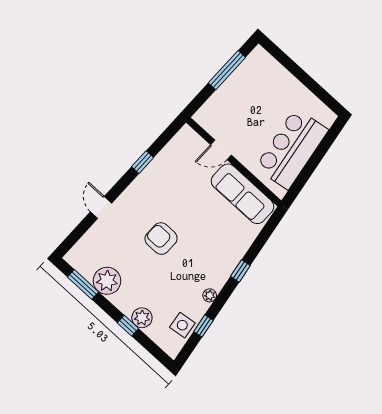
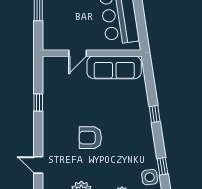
door: (101, 207) -> (38, 165), moved
plant: (210, 295) -> (150, 145), removed

